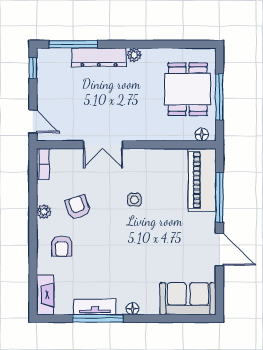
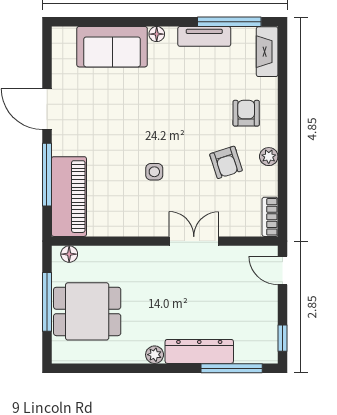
dining table: (188, 89) -> (87, 311), turned 90
sofa: (188, 299) -> (112, 47), moved
window: (98, 318) -> (229, 22), moved

